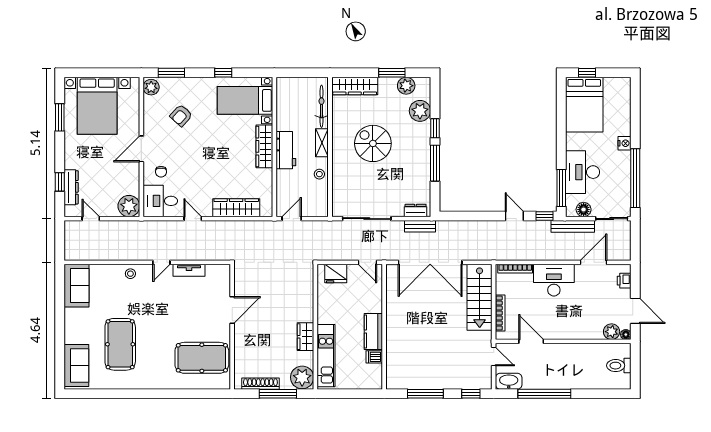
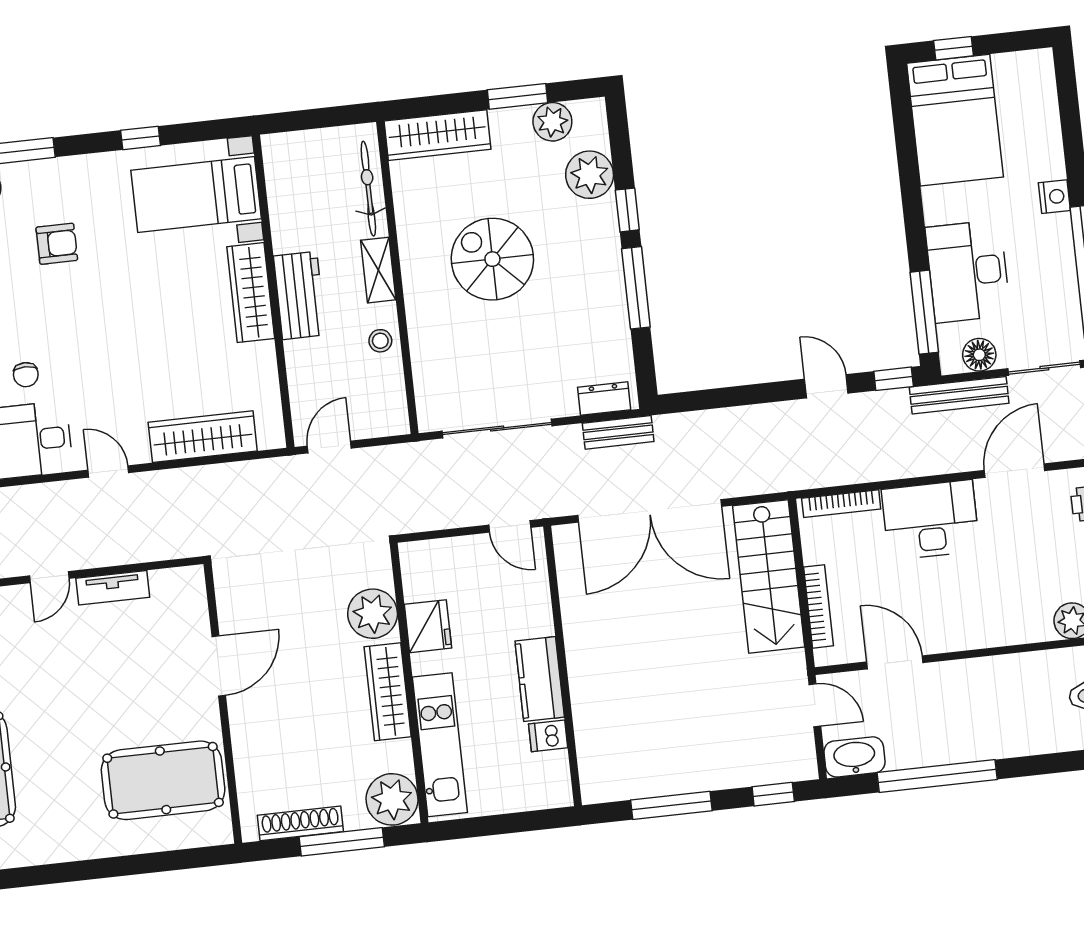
armchair: (181, 115) -> (57, 244), turned -132
fridge: (336, 274) -> (428, 626), moved, turned -90
plant: (303, 294) -> (373, 614), added
wardrobe: (305, 337) -> (388, 692), width x1.50

